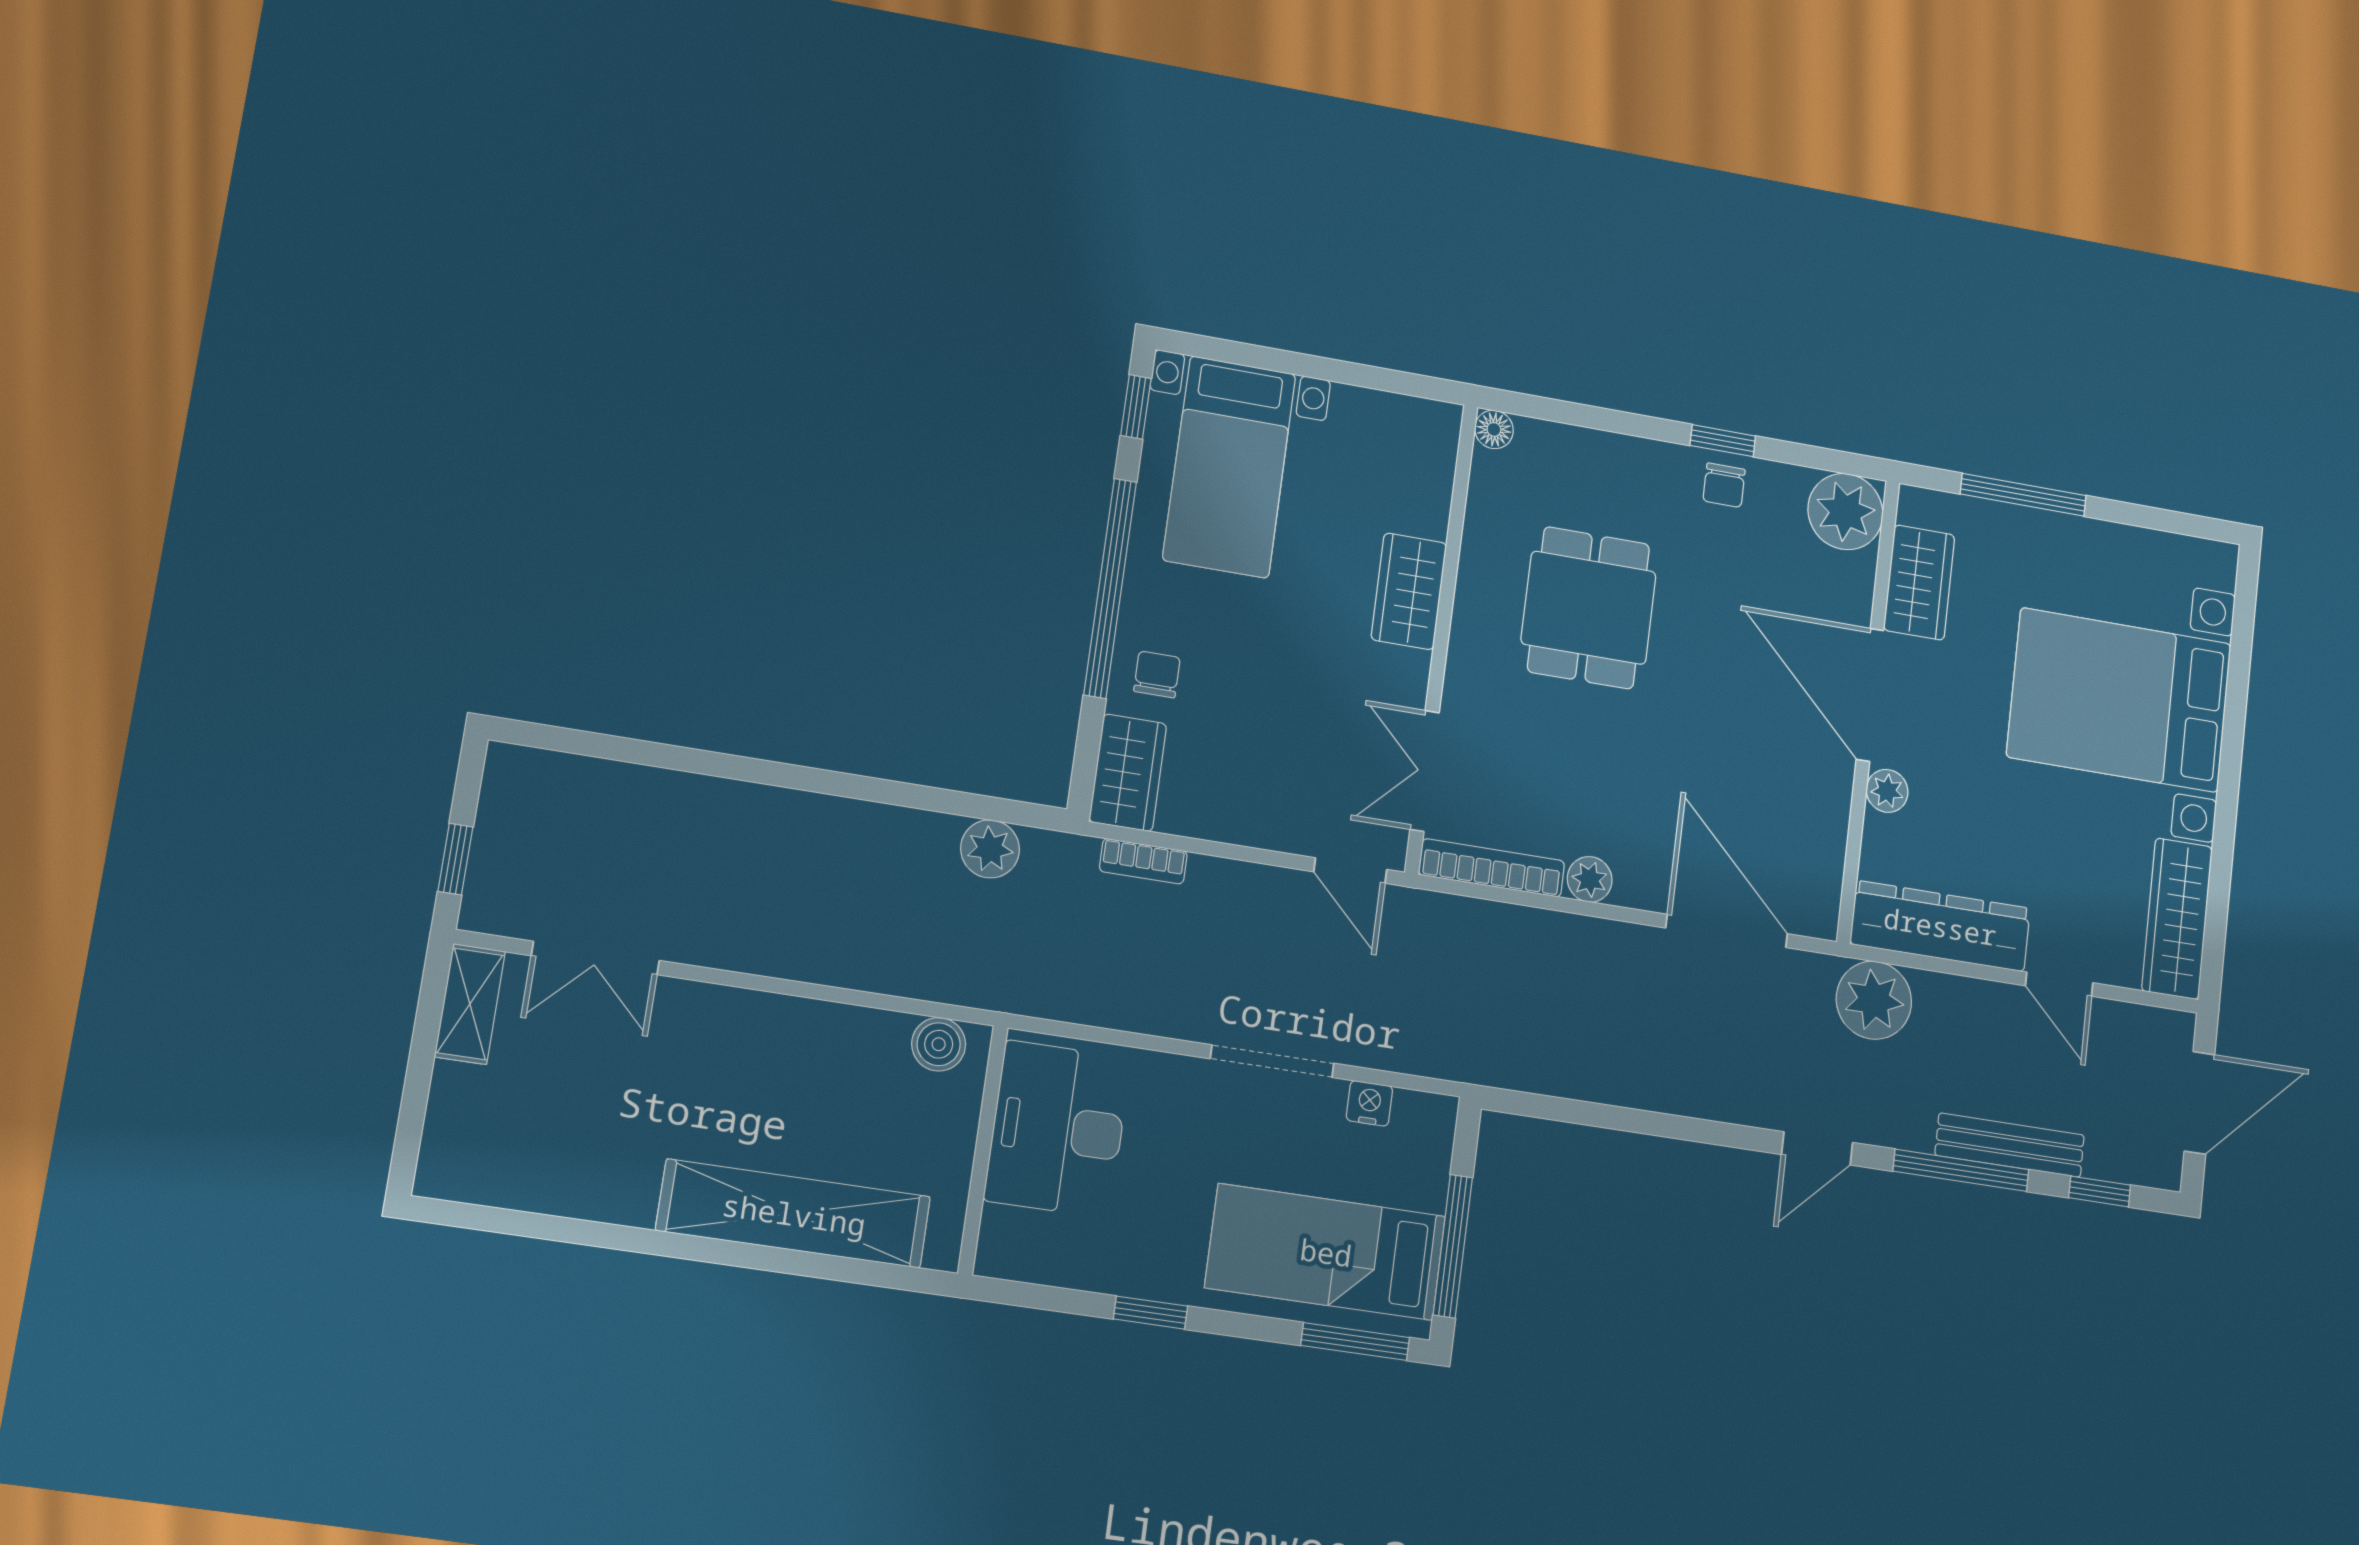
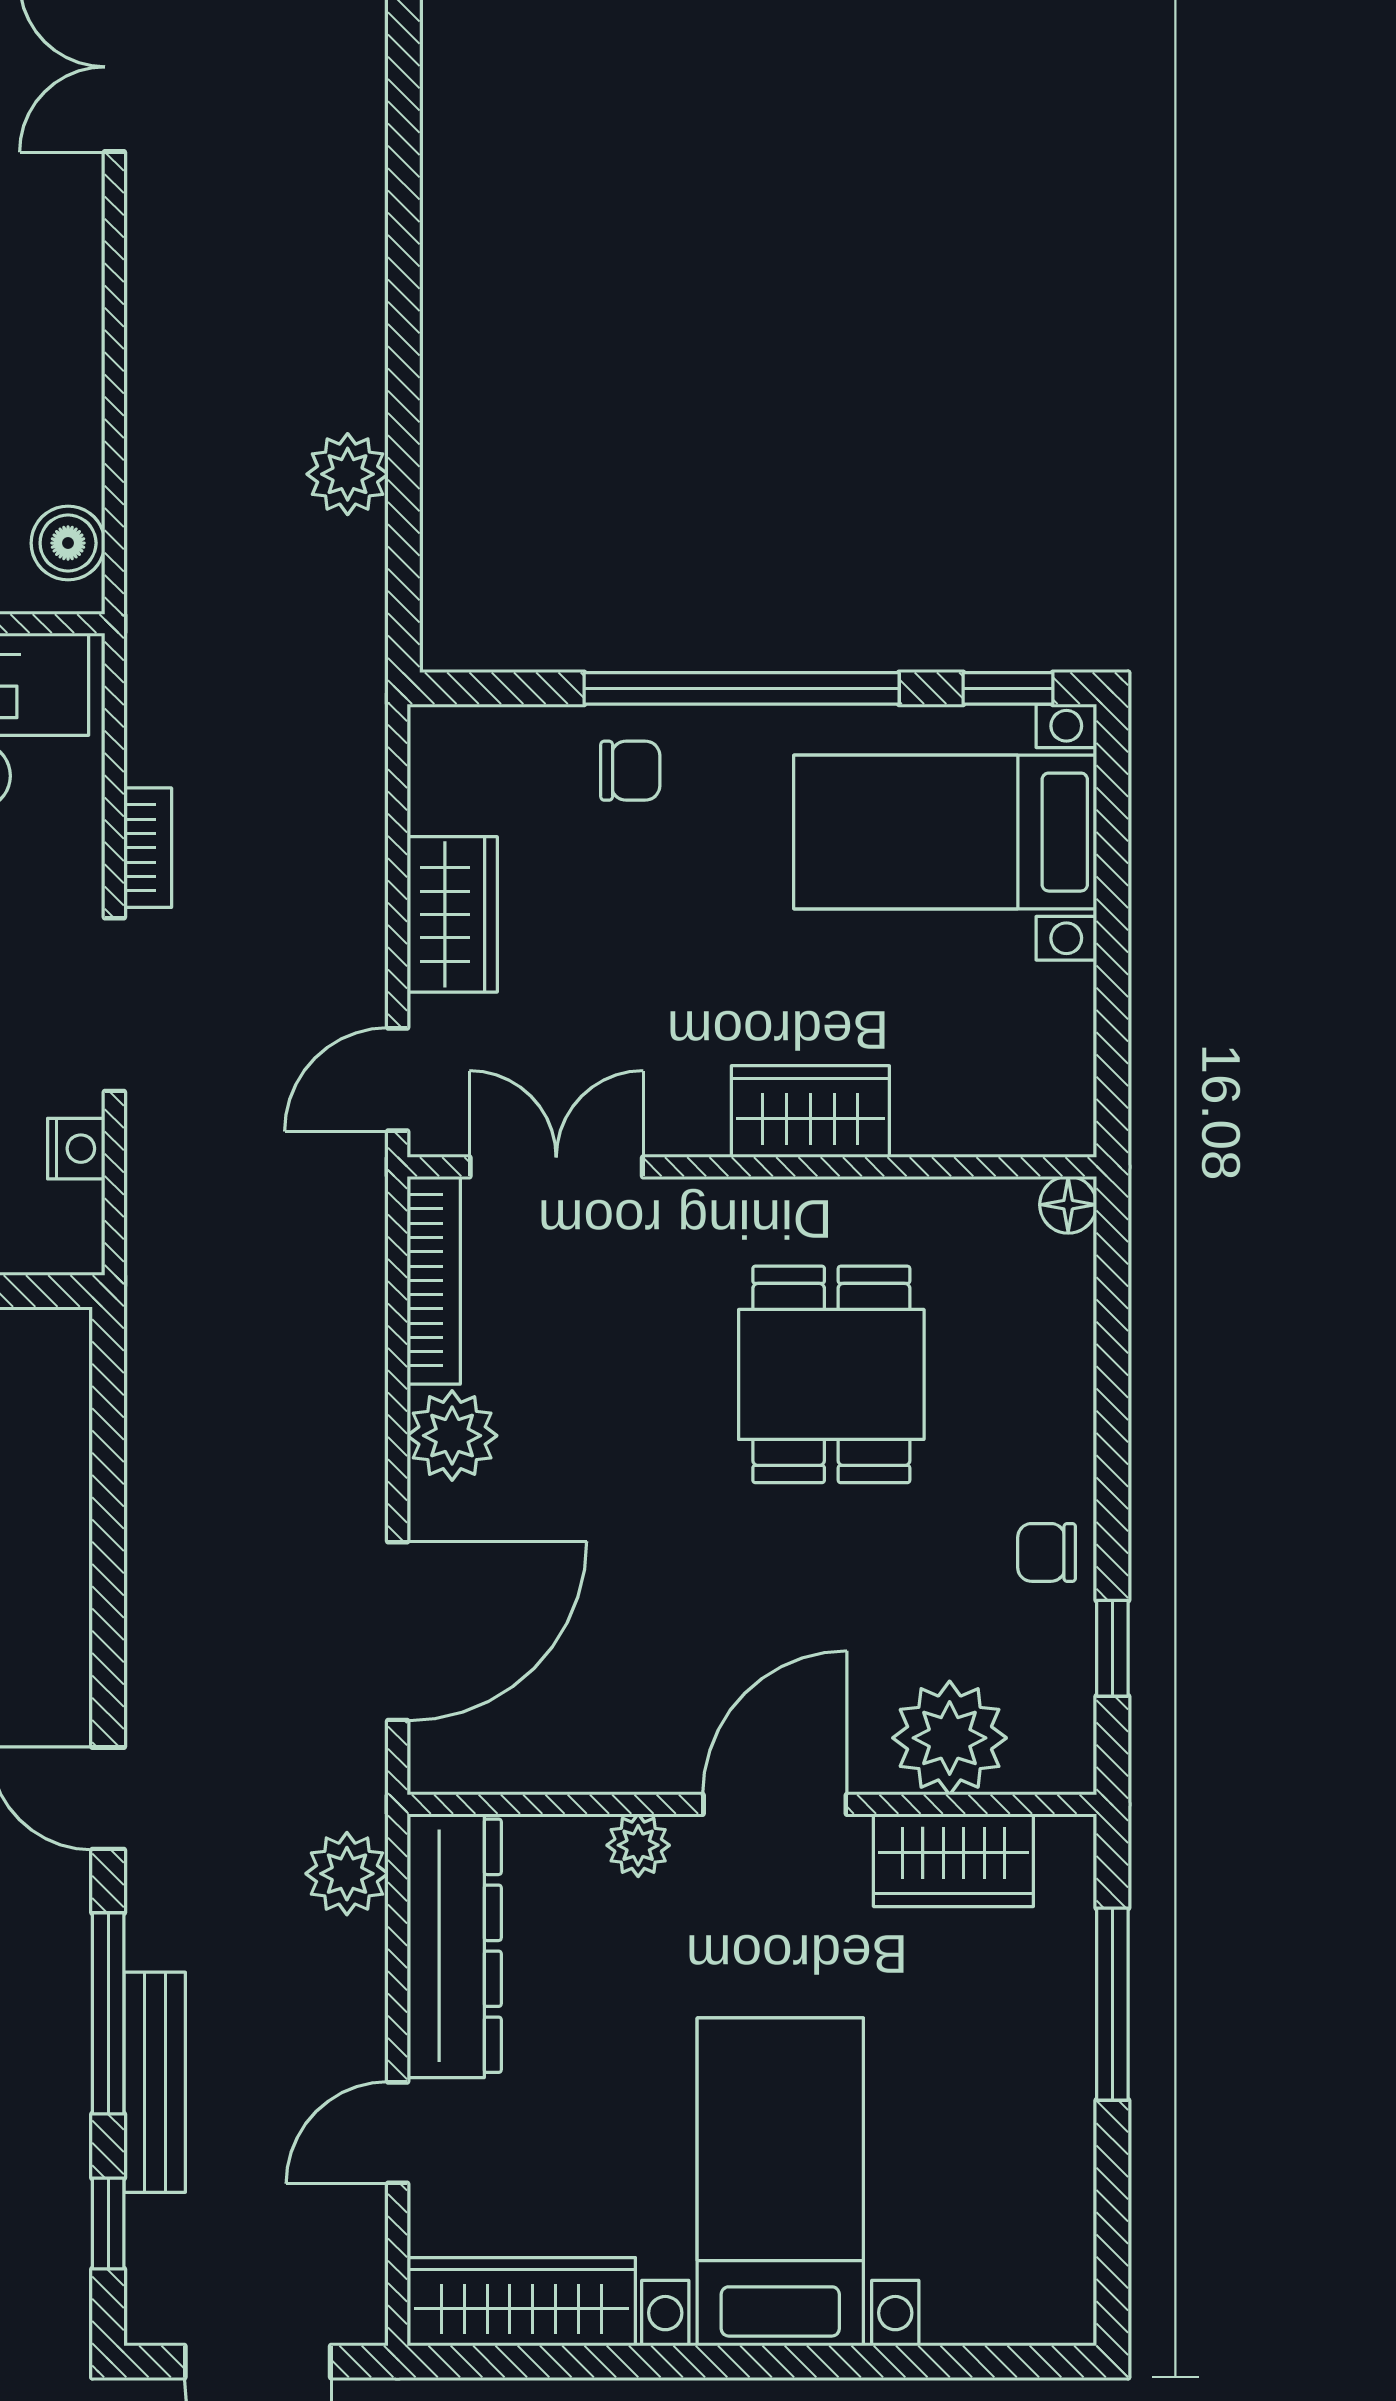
window: (1723, 441) -> (1112, 1648), moved
plant: (1845, 512) -> (950, 1738), moved
dining table: (1589, 608) -> (831, 1374), turned 90
door: (1870, 695) -> (775, 1804), width x0.73
bed with nightstands: (2119, 700) -> (780, 2182), width x0.73
wardrobe: (1128, 773) -> (452, 914), moved, turned -90
plant: (990, 849) -> (348, 474), moved
bookcase: (1143, 861) -> (148, 848), moved, turned 180
plant: (1590, 879) -> (452, 1436), width x1.38, depth x1.38
plant: (1874, 1000) -> (347, 1874), width x0.73, depth x0.73

